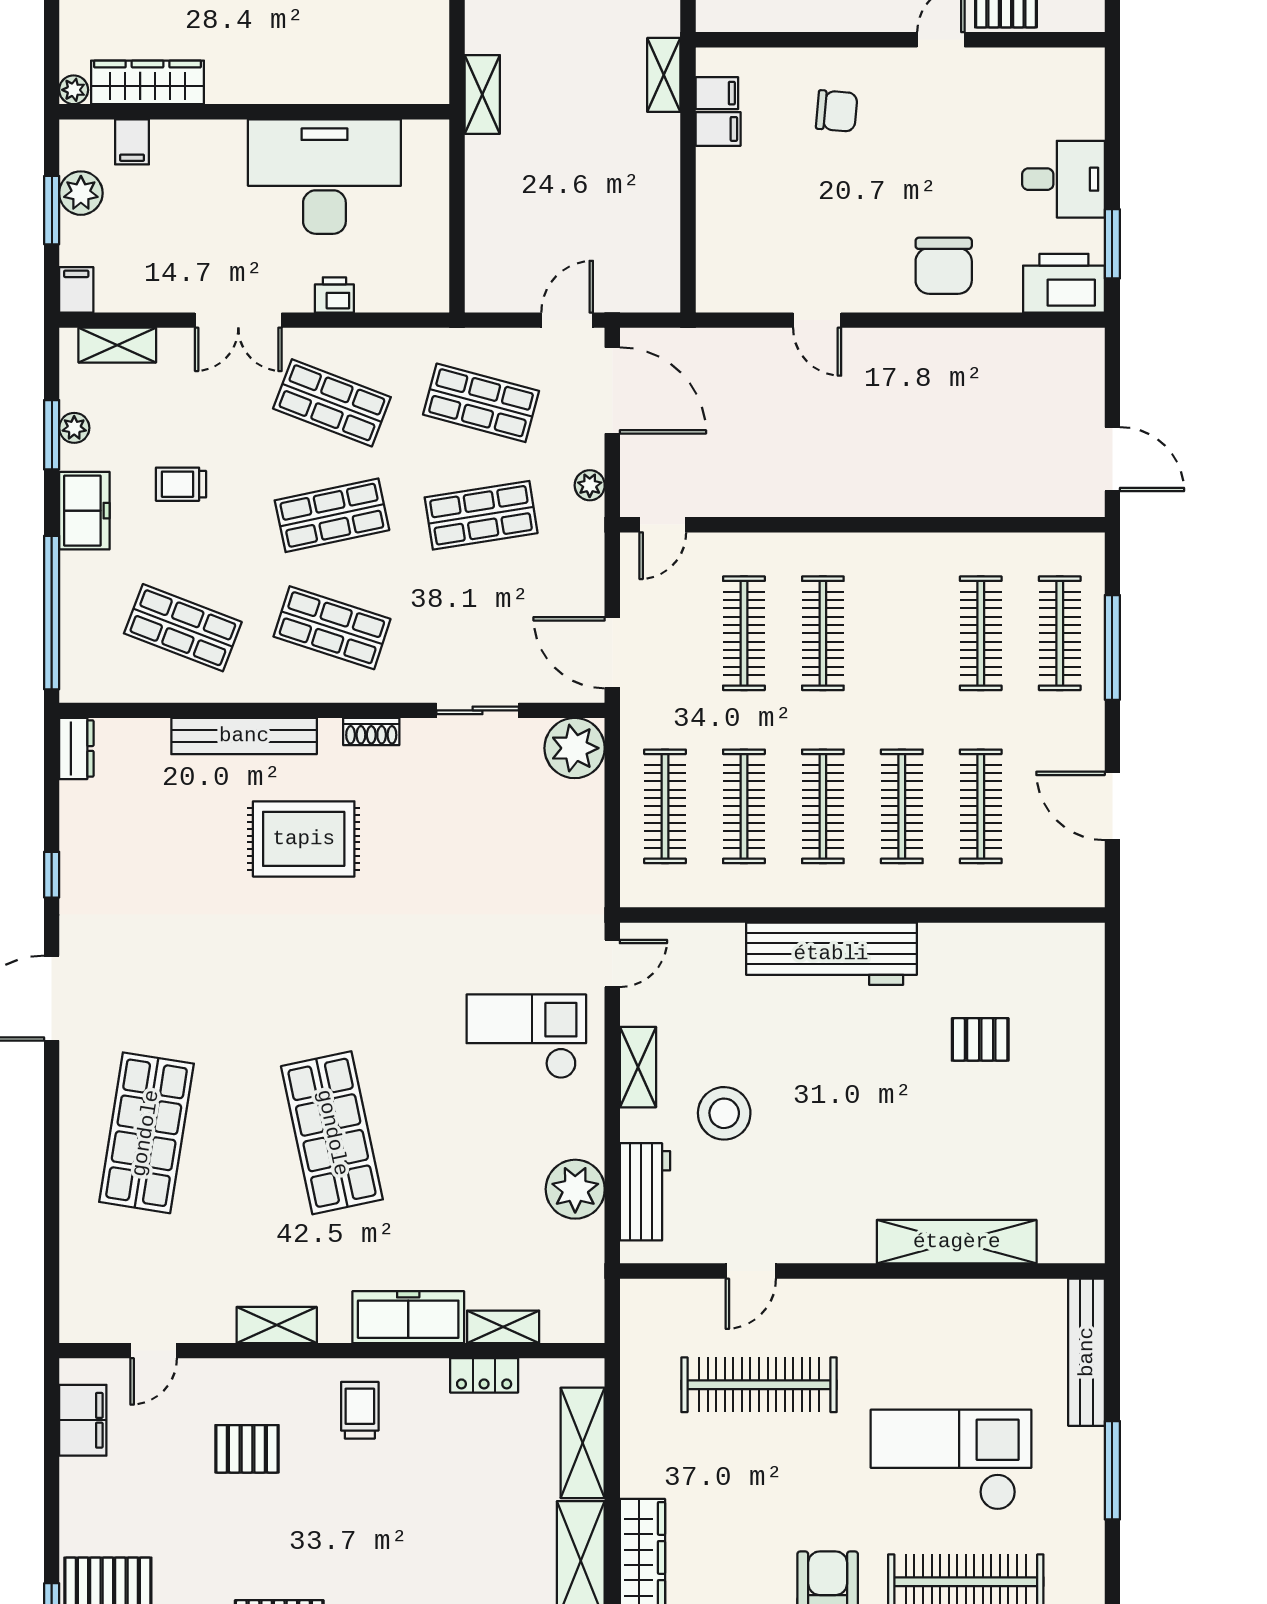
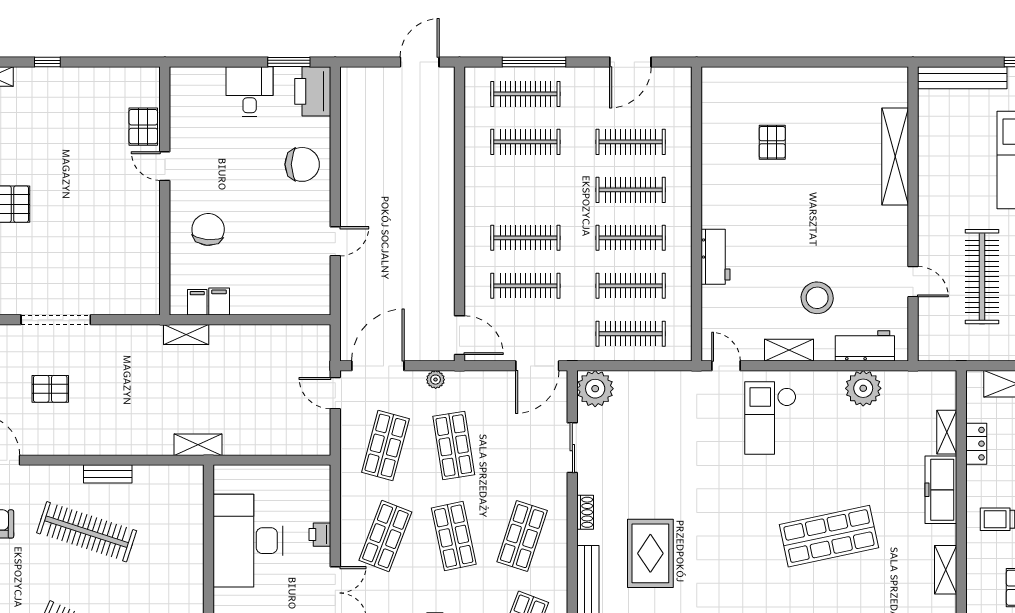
chair: (837, 111) -> (208, 229), width x1.37, depth x1.37
door: (663, 525) -> (459, 335), width x1.38
workbench: (831, 954) -> (715, 257), width x0.53, depth x0.76

